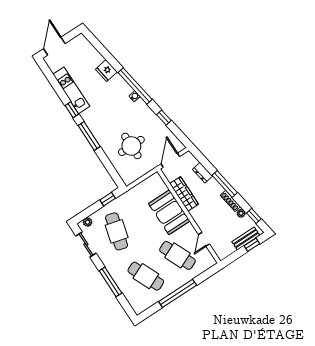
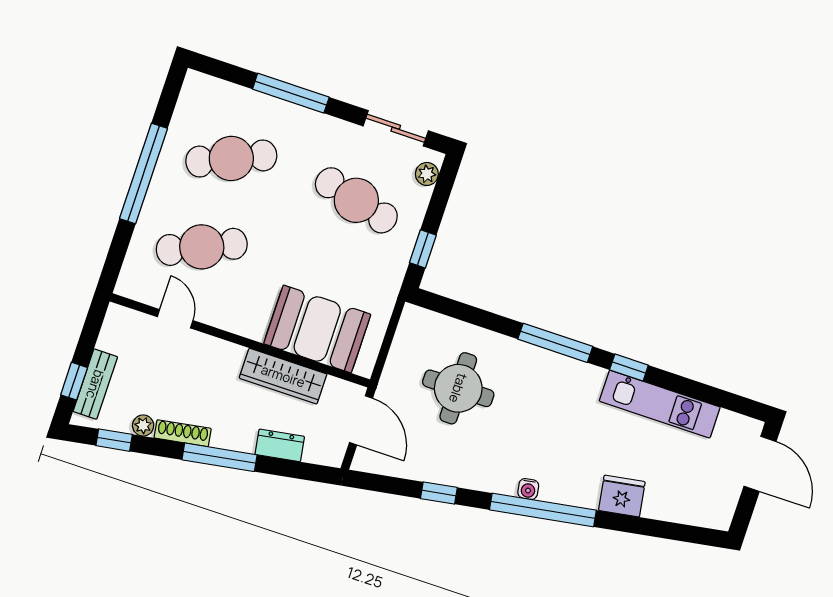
booth: (169, 212) -> (317, 329), moved

